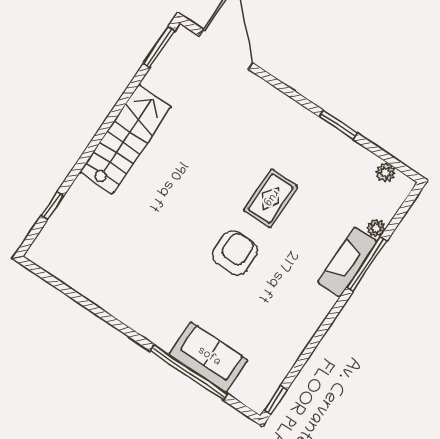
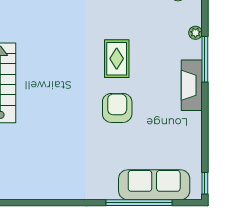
fireplace: (347, 262) -> (192, 85), moved
sofa: (209, 357) -> (154, 185), width x1.36

